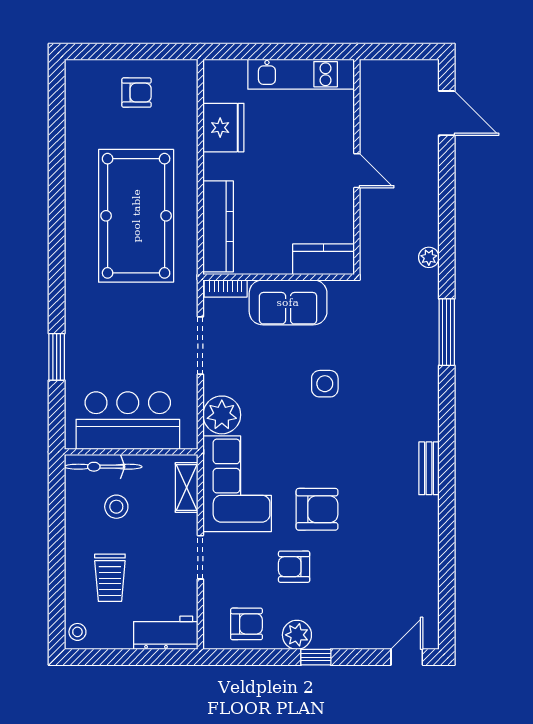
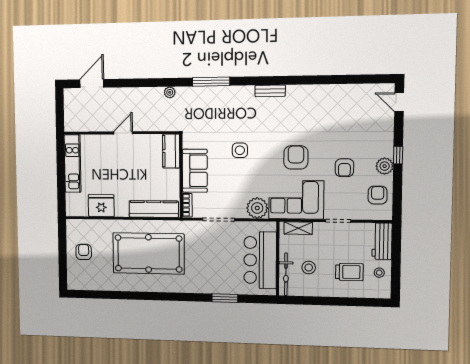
bench: (429, 468) -> (270, 91), moved
armchair: (317, 509) -> (296, 157), moved
stool: (77, 632) -> (379, 273), moved

